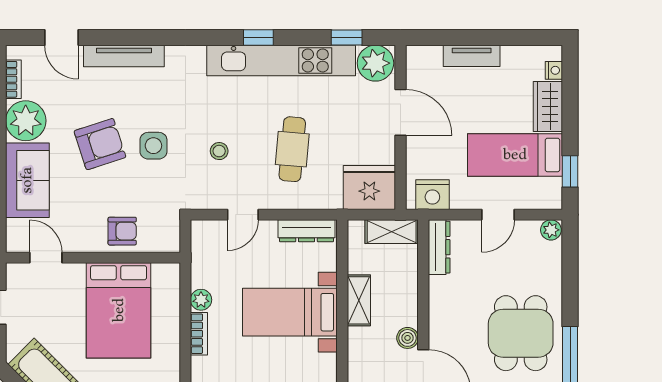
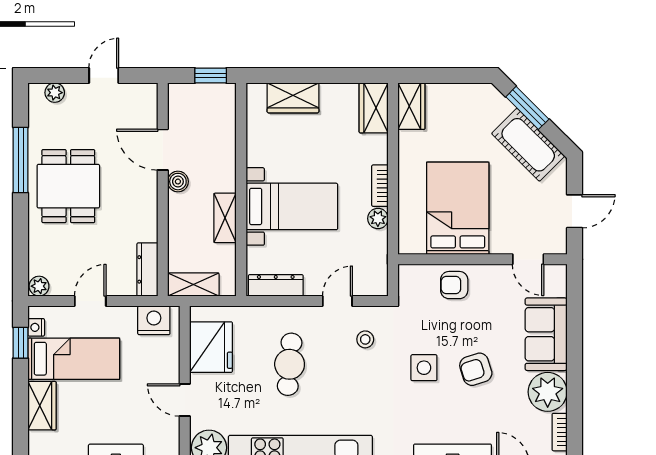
nightstand: (554, 70) -> (36, 327), moved
door: (400, 112) -> (185, 400), width x0.73
armchair: (100, 144) -> (476, 369), width x0.72, depth x0.72
stool: (219, 151) -> (365, 339), moved
fridge: (369, 187) -> (211, 347), moved, turned -90

